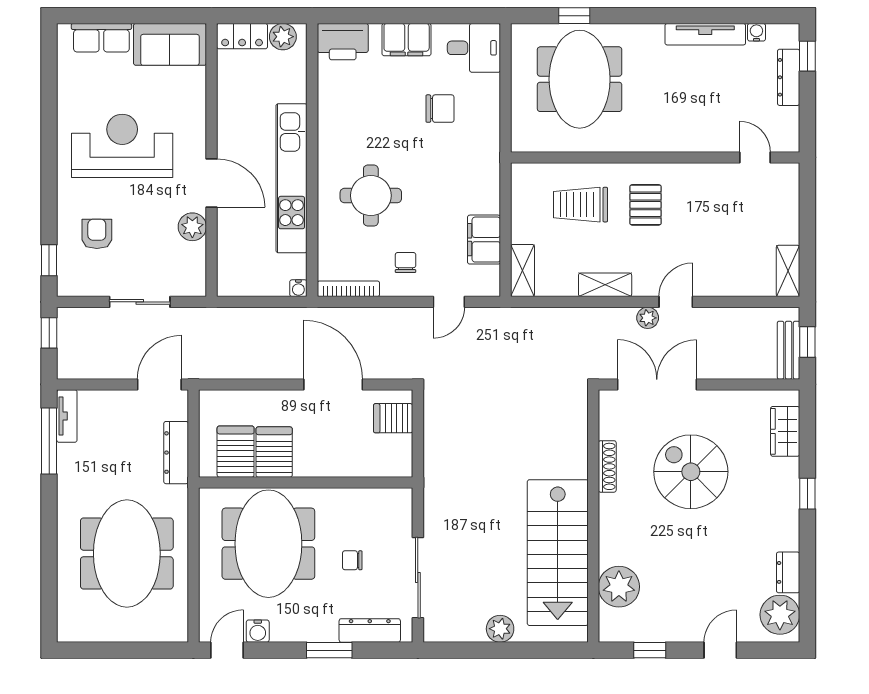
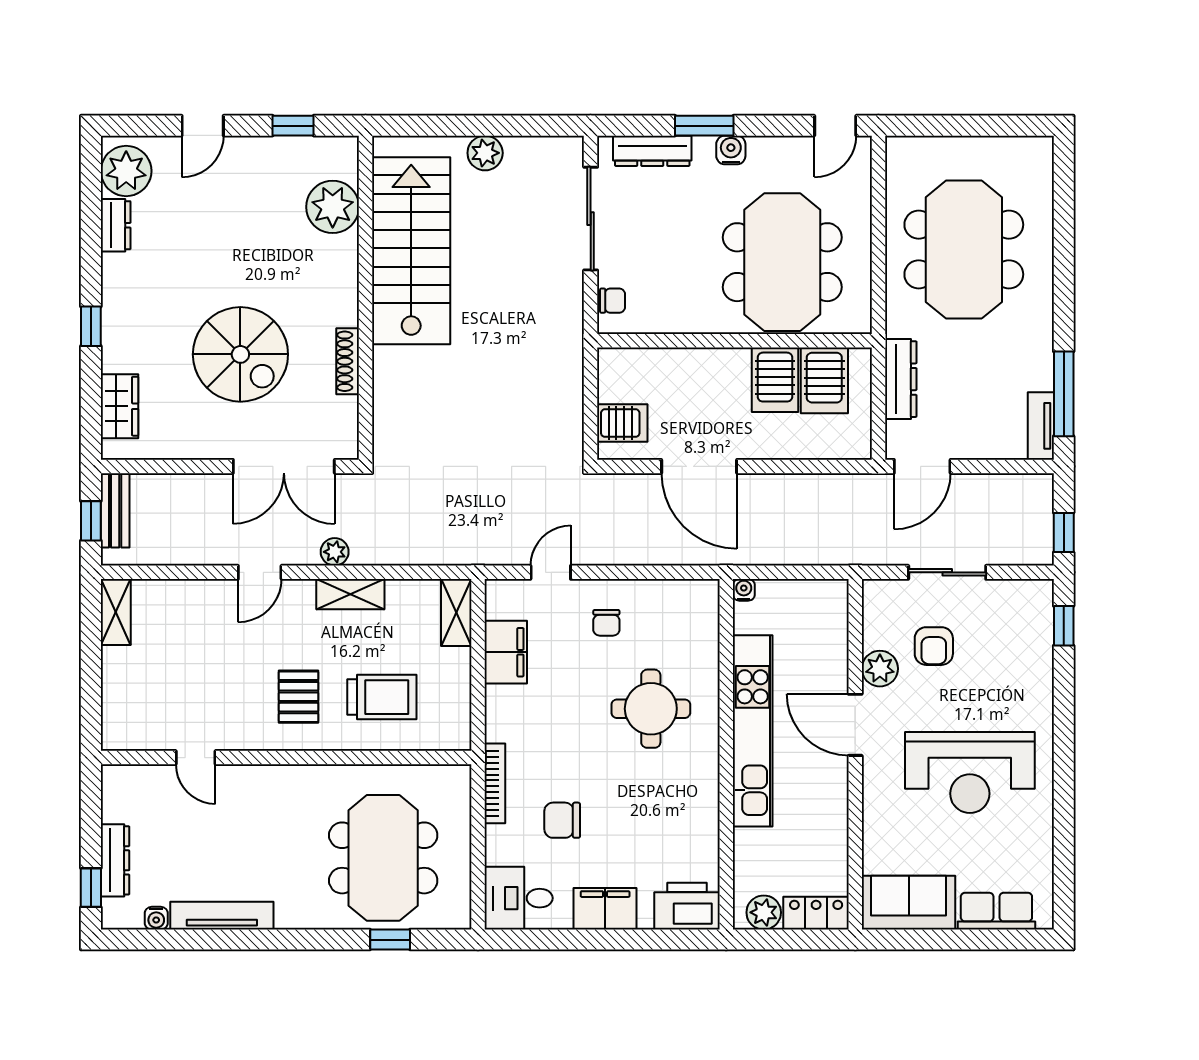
door: (755, 157) -> (196, 758), moved
armchair: (97, 234) -> (934, 646), moved
bookcase: (348, 289) -> (495, 783), moved, turned -90
plant: (648, 318) -> (335, 552), moved
chair: (352, 560) -> (613, 301), moved
water cooler: (258, 631) -> (731, 150), moved

